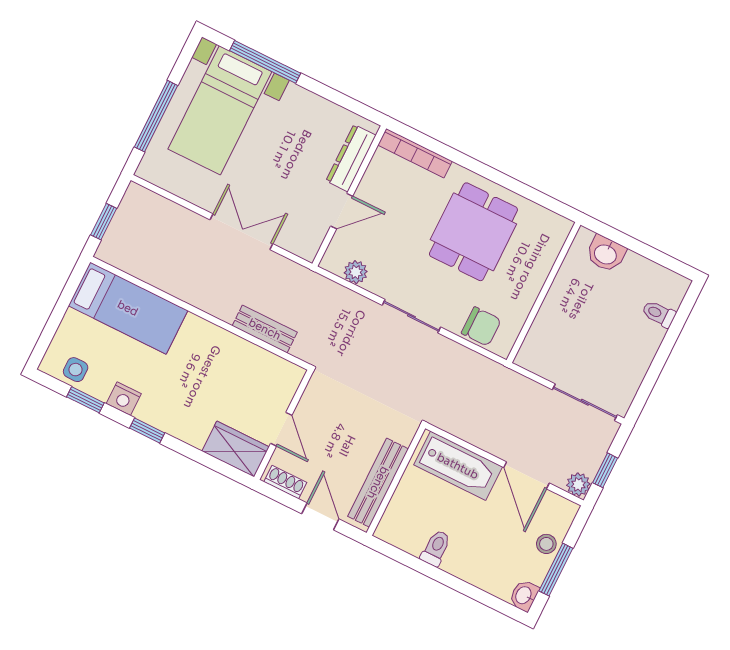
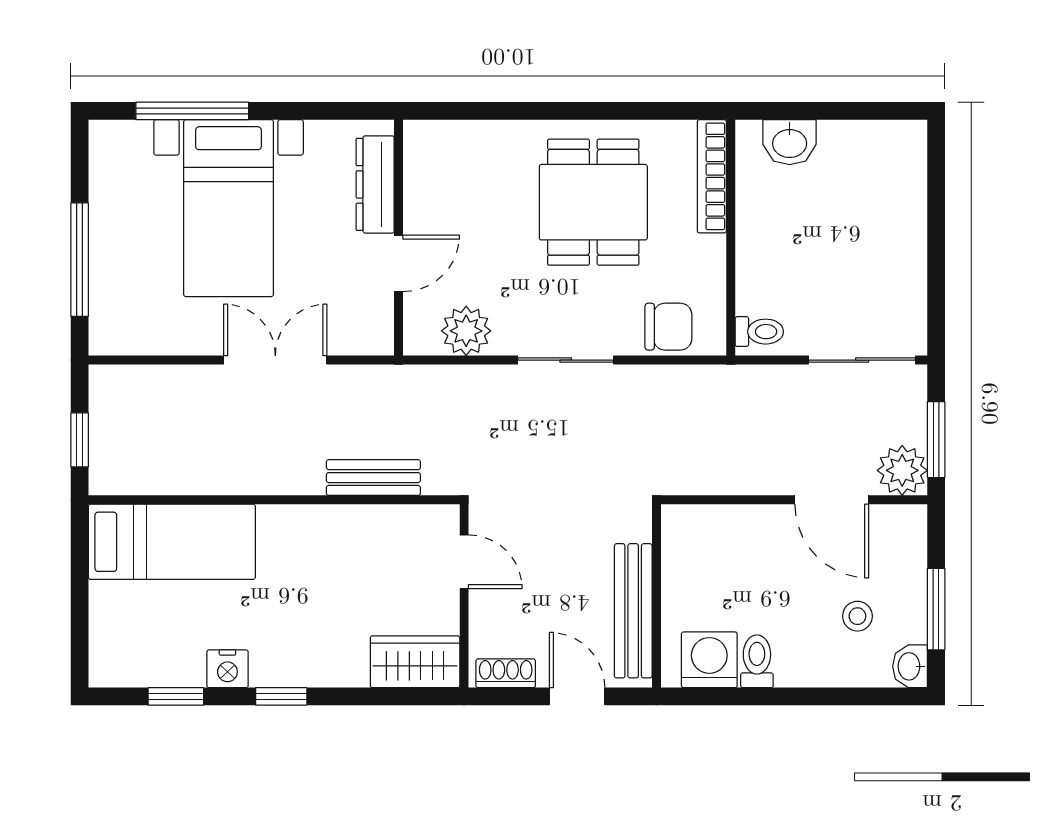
bed with nightstands: (220, 110) -> (229, 208), moved
bookcase: (415, 153) -> (712, 176), moved, turned 90
plant: (356, 272) -> (466, 331), width x1.38, depth x1.38
toilet: (659, 314) -> (759, 332), moved, turned 180
side table: (76, 370) -> (142, 662), removed
door: (281, 429) -> (464, 562), moved
bathtub: (458, 466) -> (731, 533), removed
window: (605, 470) -> (936, 440), width x1.50
plant: (578, 485) -> (902, 470), width x1.38, depth x1.38
washing machine: (408, 533) -> (709, 660), added
stool: (546, 544) -> (857, 616), moved

